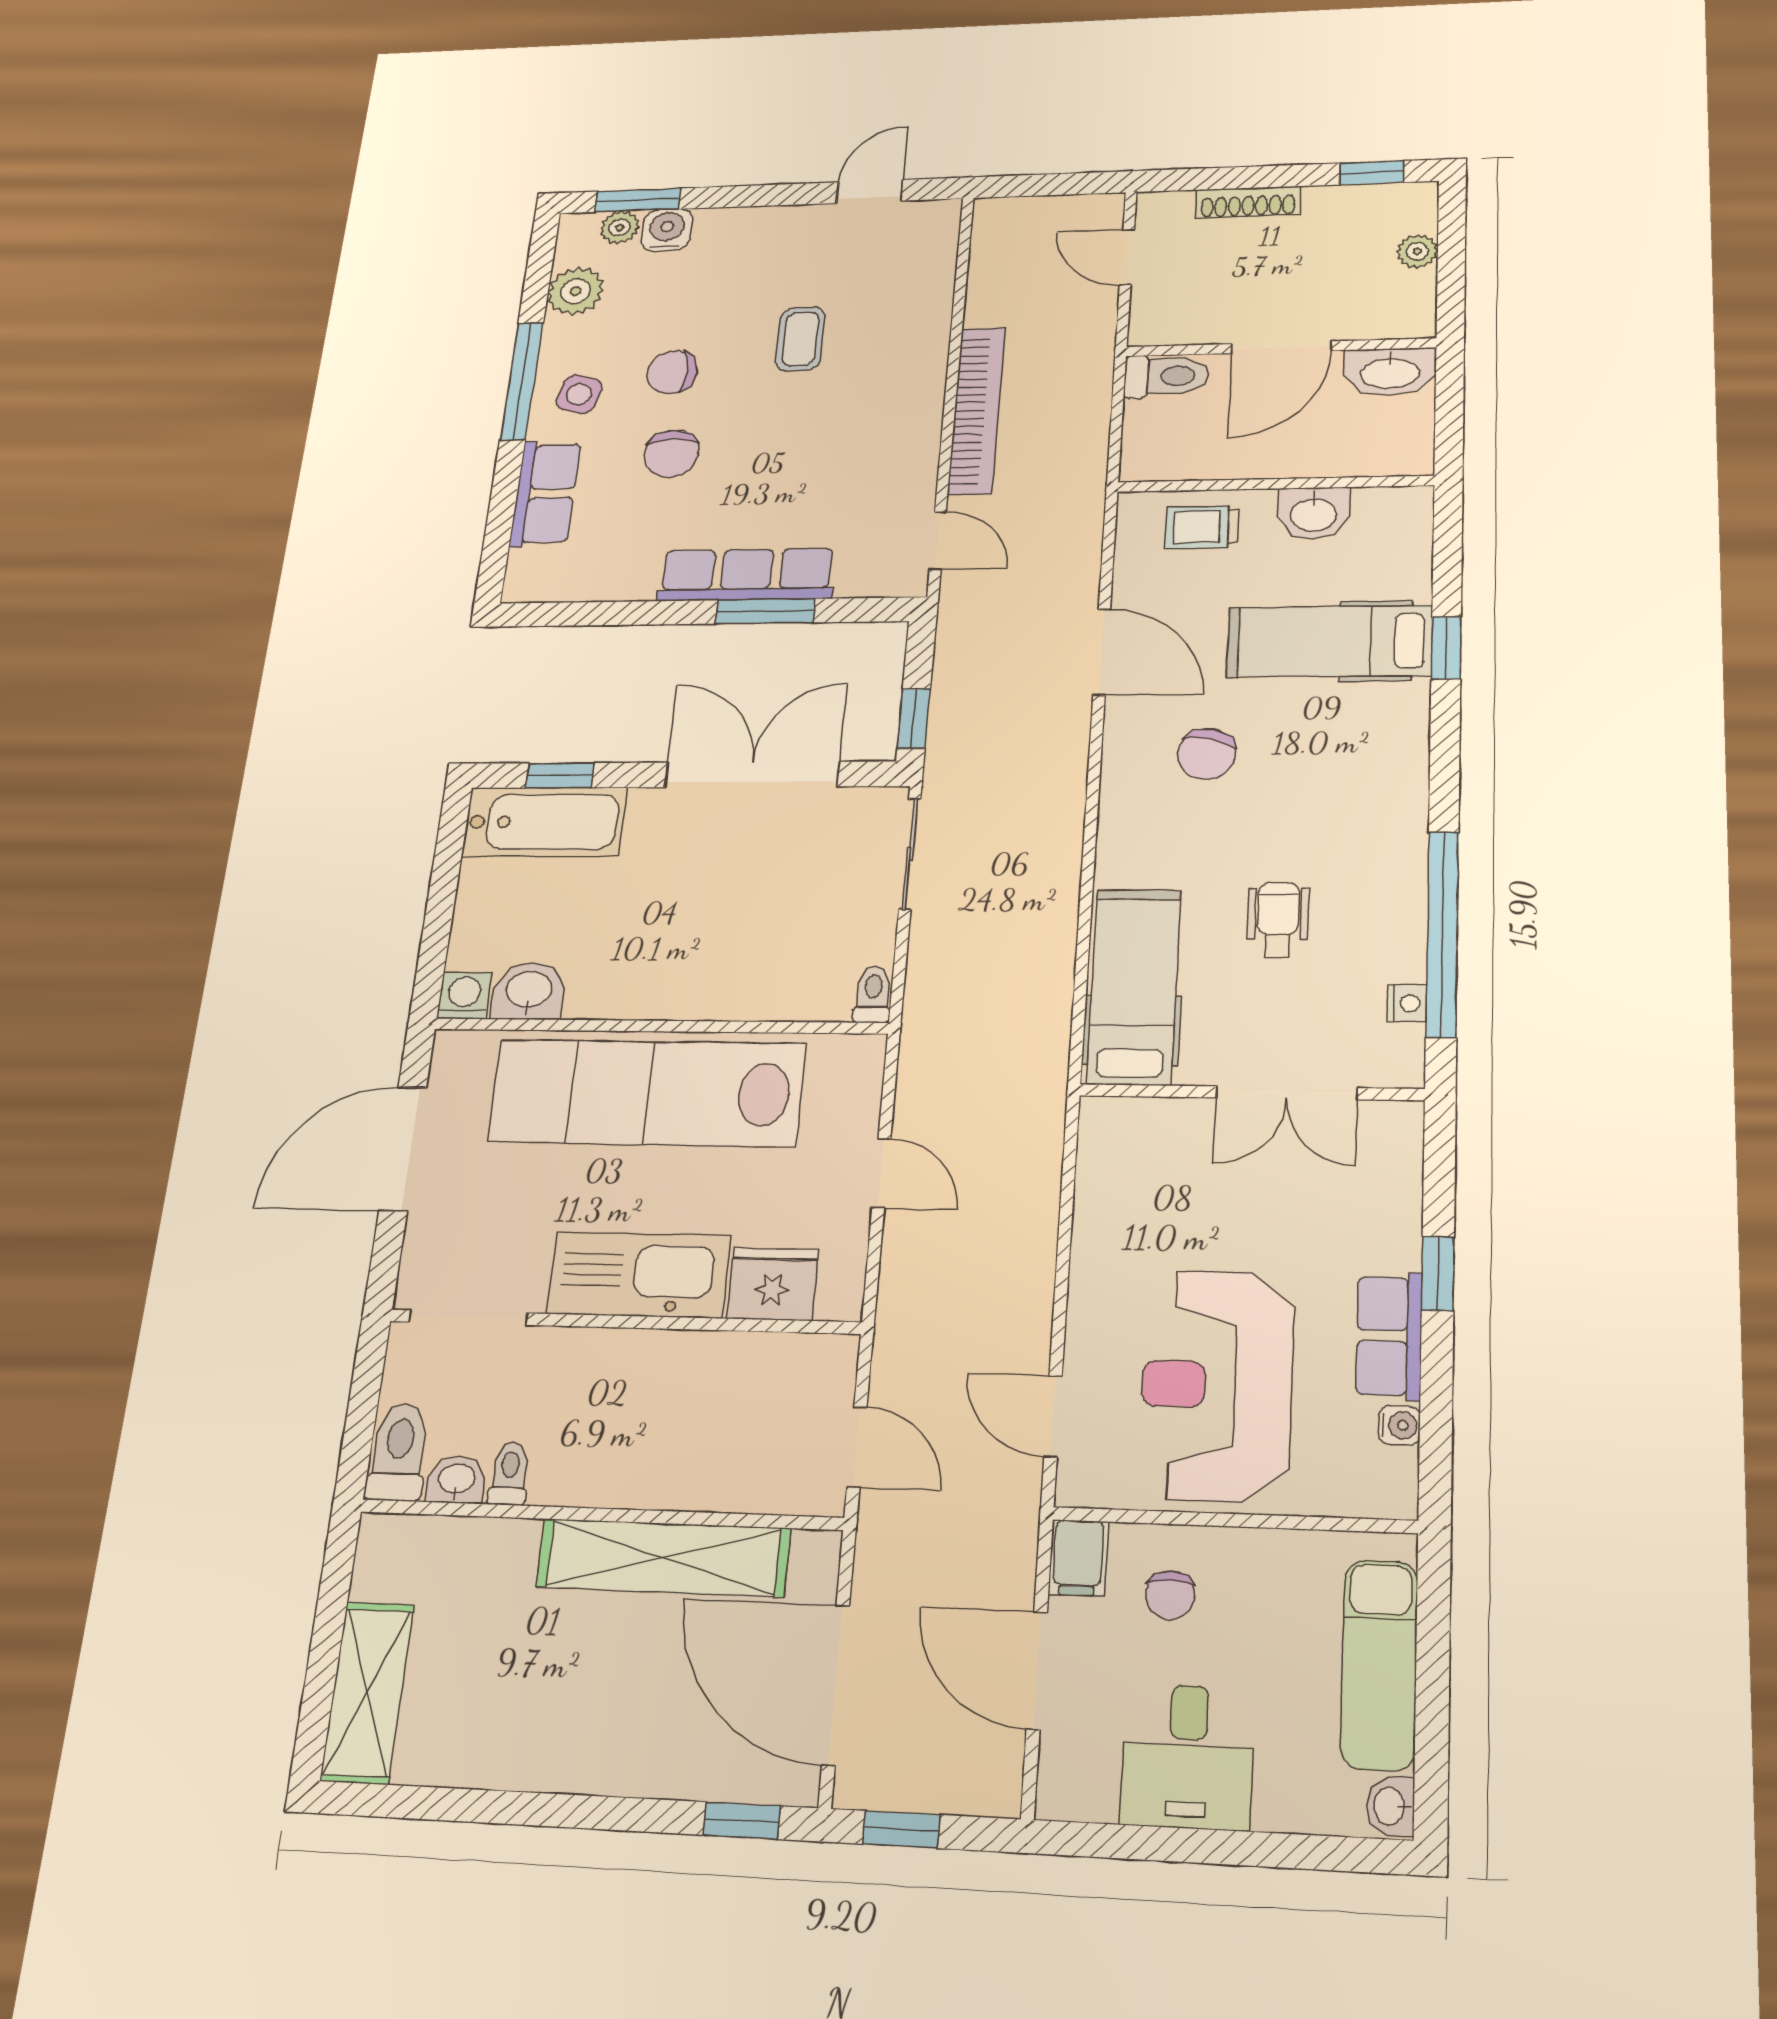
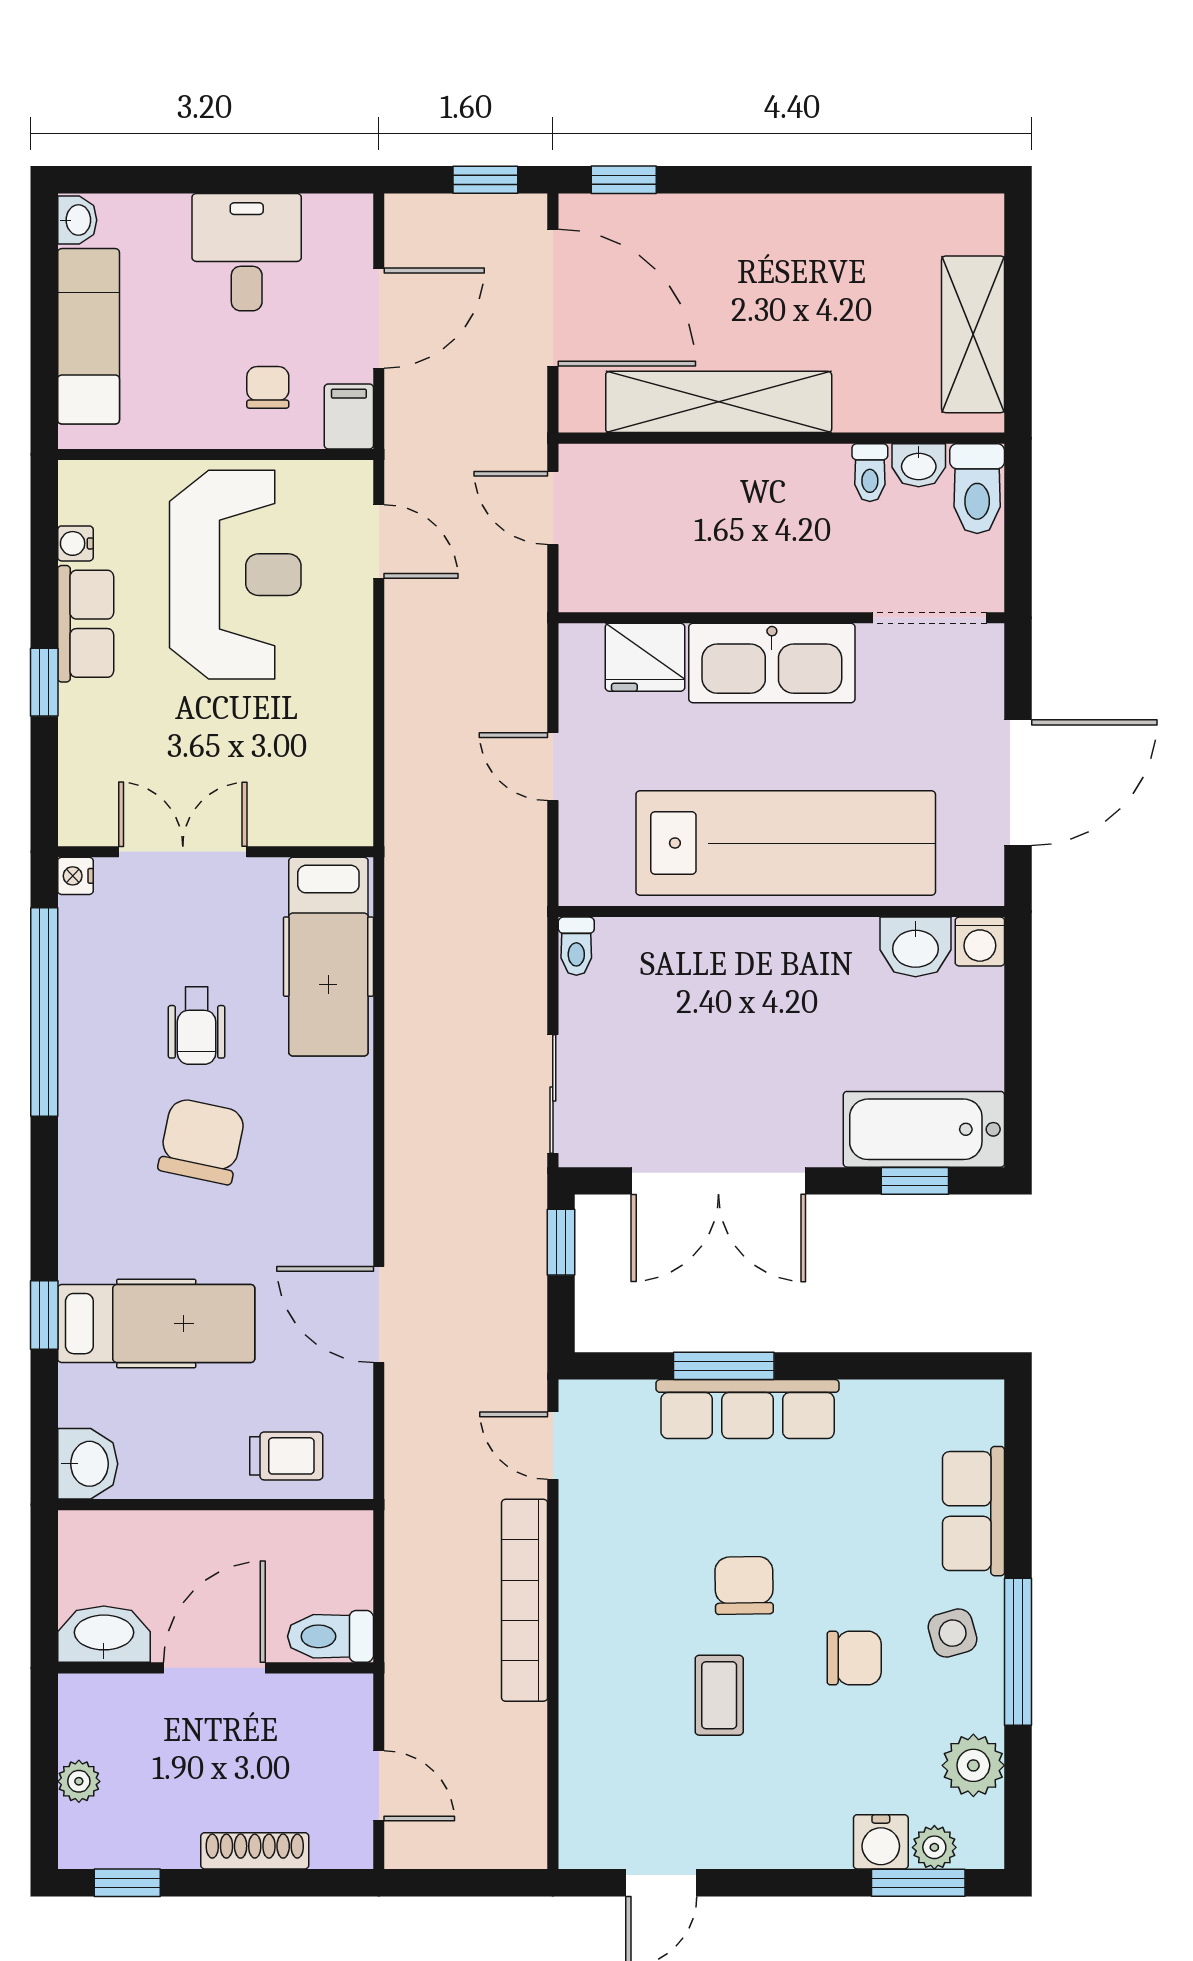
side table: (579, 394) -> (953, 1633), turned -31
chair: (672, 454) -> (744, 1586), moved
washbasin: (1314, 513) -> (88, 1464), moved, turned 90
chair: (1206, 754) -> (202, 1141), moved, width x1.37, depth x1.37
nightstand: (1407, 1003) -> (75, 876), moved
door: (1037, 1670) -> (379, 318), hinge flipped
shelving: (367, 1692) -> (973, 334), moved

